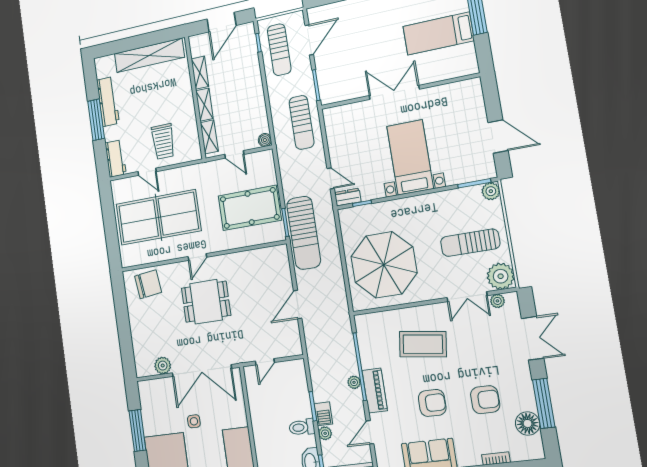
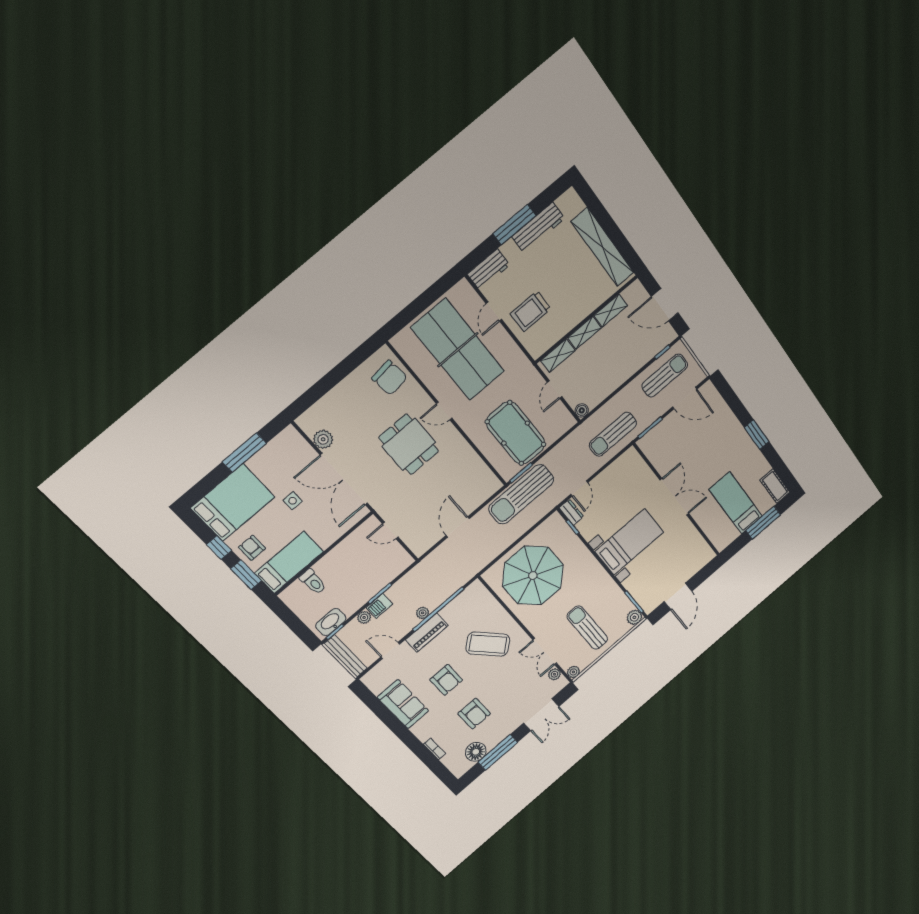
sun lounger: (279, 50) -> (665, 376), turned 180
plant: (501, 276) -> (573, 672), width x0.53, depth x0.53
door: (298, 304) -> (458, 527), hinge flipped
coffee table: (423, 344) -> (488, 644), turned -50
toilet: (302, 427) -> (313, 582), moved, turned 180

